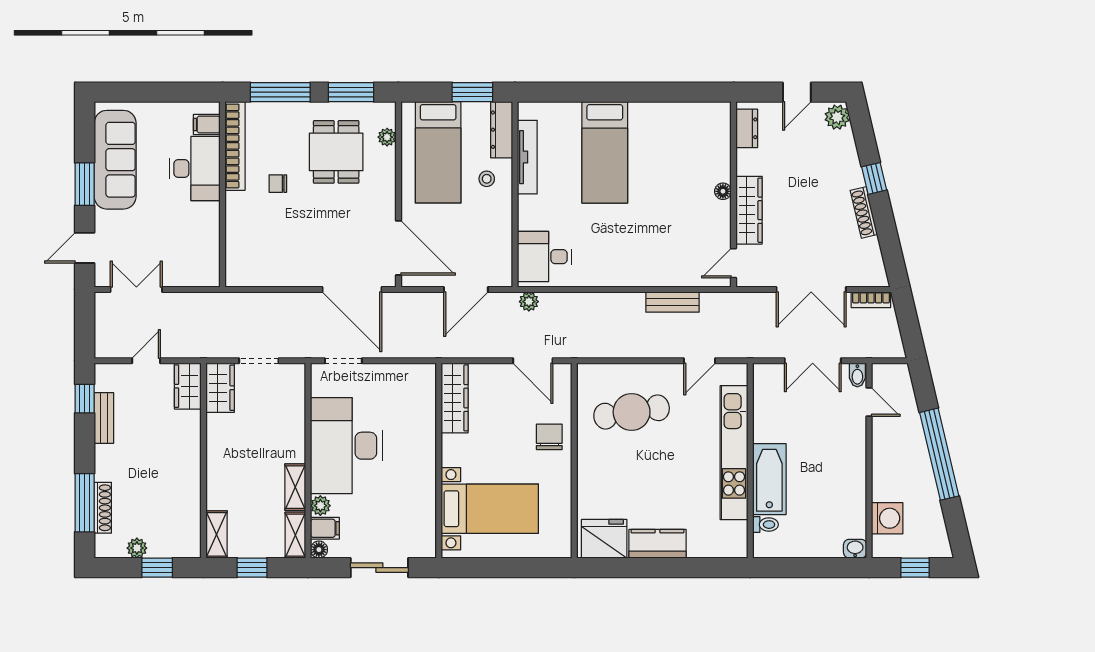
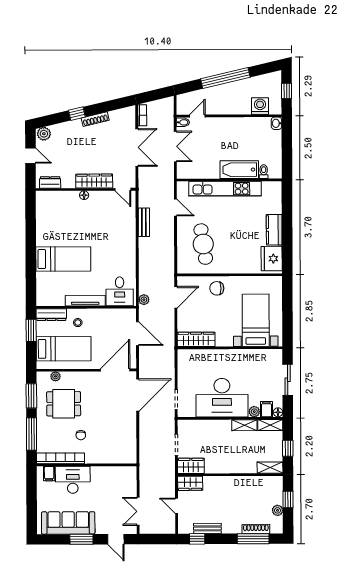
tv unit: (527, 157) -> (85, 301), moved

